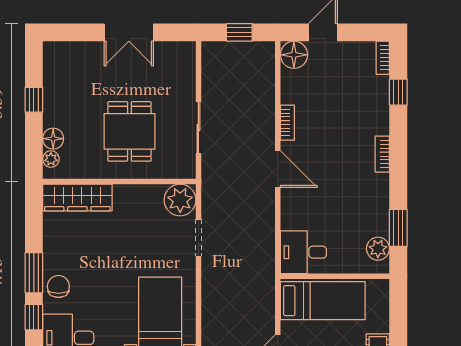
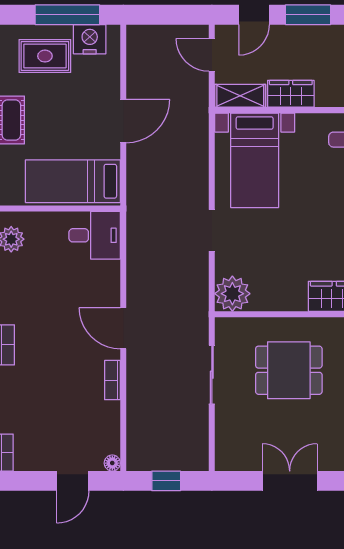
floor lamp: (294, 55) -> (112, 463), width x0.53, depth x0.53
dining table: (129, 131) -> (289, 370), turned 90
doorway: (198, 238) -> (212, 230), moved

